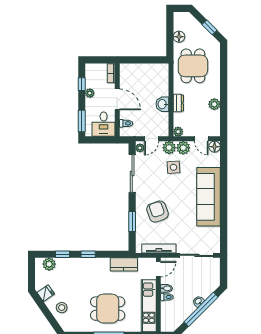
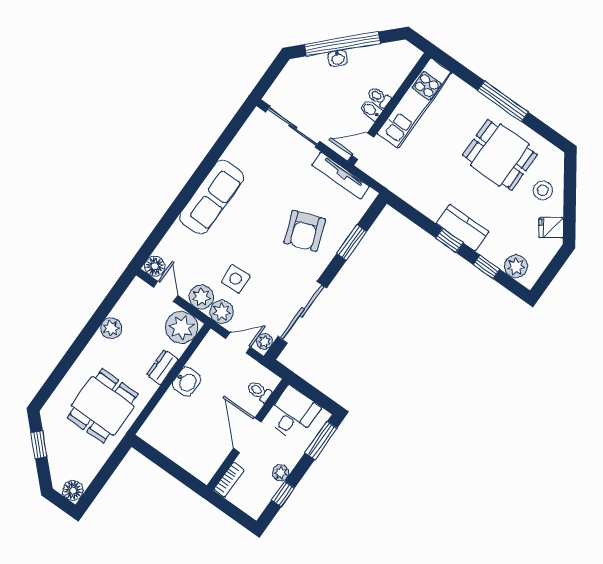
floor lamp: (179, 37) -> (73, 491), moved
plant: (178, 132) -> (182, 327), width x1.87, depth x1.87
sofa: (209, 197) -> (212, 197), width x0.74, depth x0.79
kitchen counter: (124, 264) -> (463, 228), moved
dining table: (108, 309) -> (500, 155), moved

